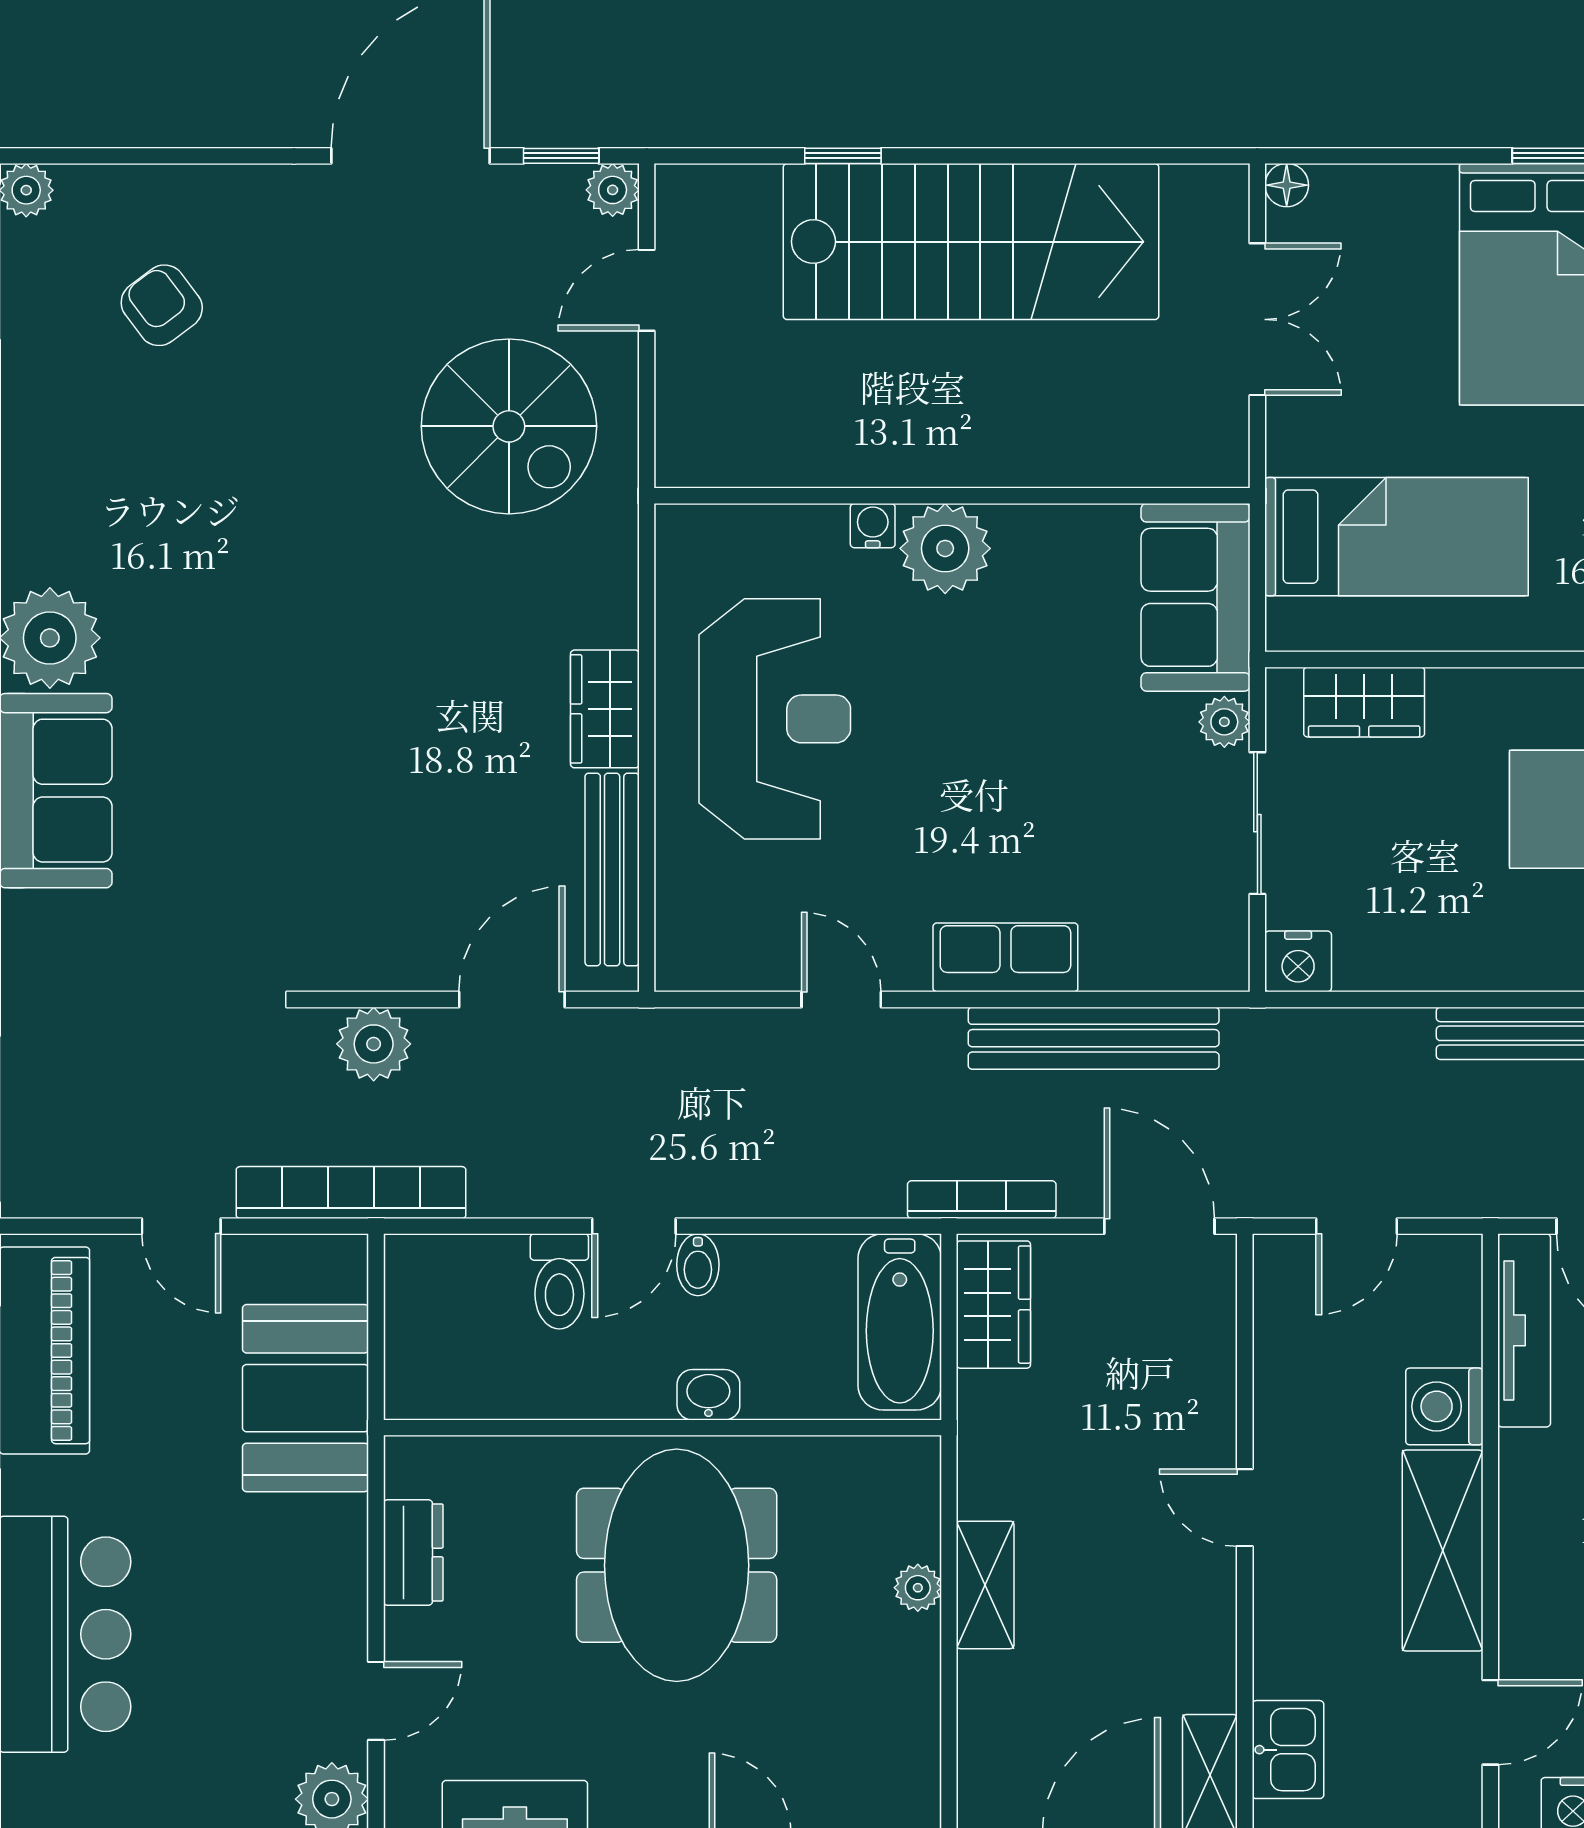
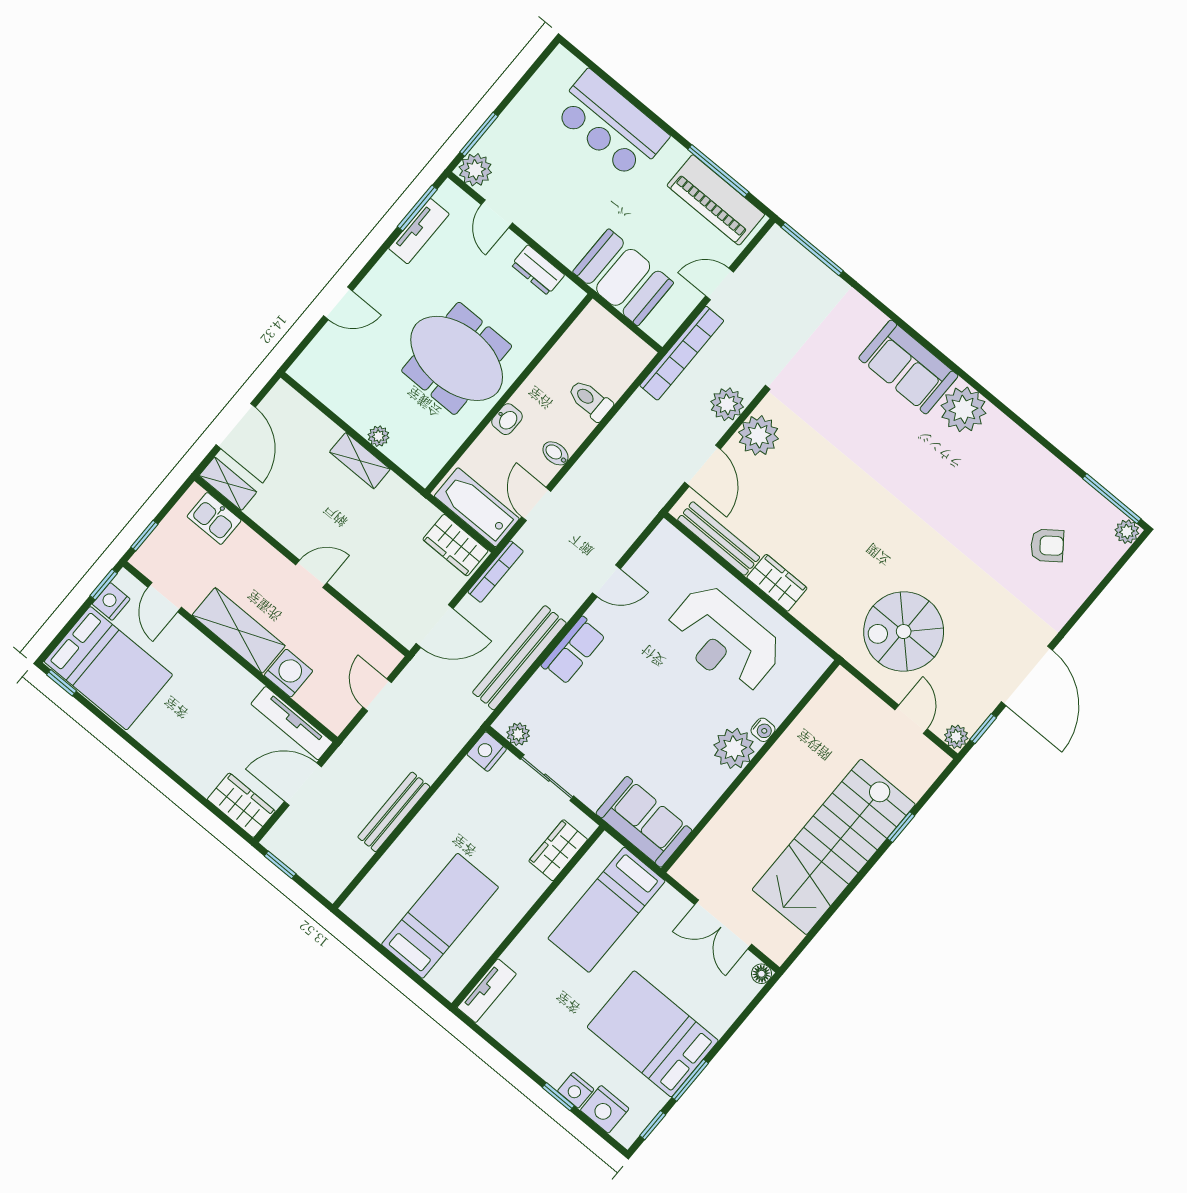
plant: (1224, 722) -> (518, 734), moved
plant: (382, 947) -> (758, 435), added
door: (634, 1226) -> (536, 504), moved

